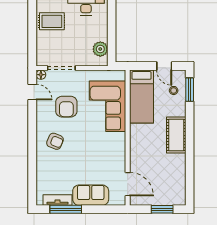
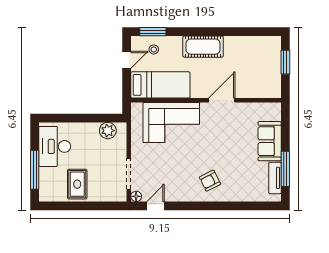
armchair: (66, 107) -> (172, 168), removed
armchair: (55, 141) -> (210, 181), turned -139
door: (128, 184) -> (222, 100), moved

